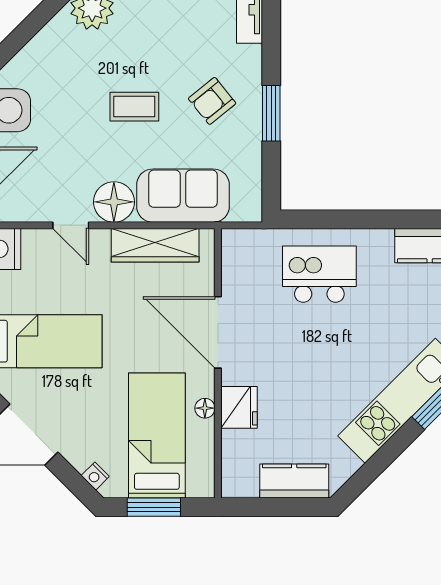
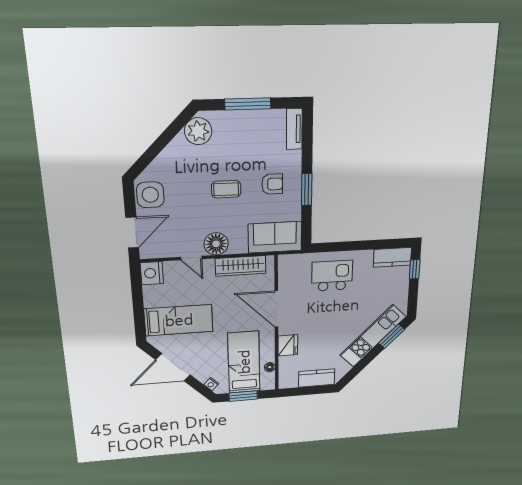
armchair: (212, 101) -> (272, 184), turned -141
sofa: (183, 196) -> (275, 237), moved
floor lamp: (205, 408) -> (270, 367), moved

